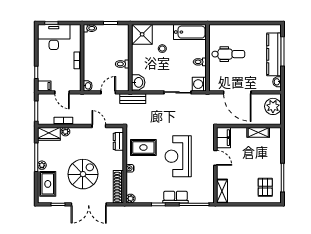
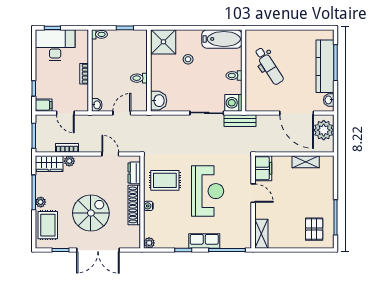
dental chair: (228, 54) -> (269, 66), turned 57
door: (237, 92) -> (297, 113), moved
bench: (133, 99) -> (240, 121), moved
reception desk: (178, 156) -> (208, 191), turned 180
shoe rack: (118, 187) -> (134, 205), moved

